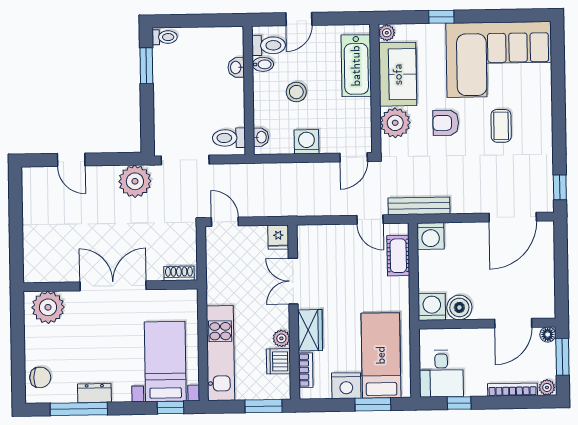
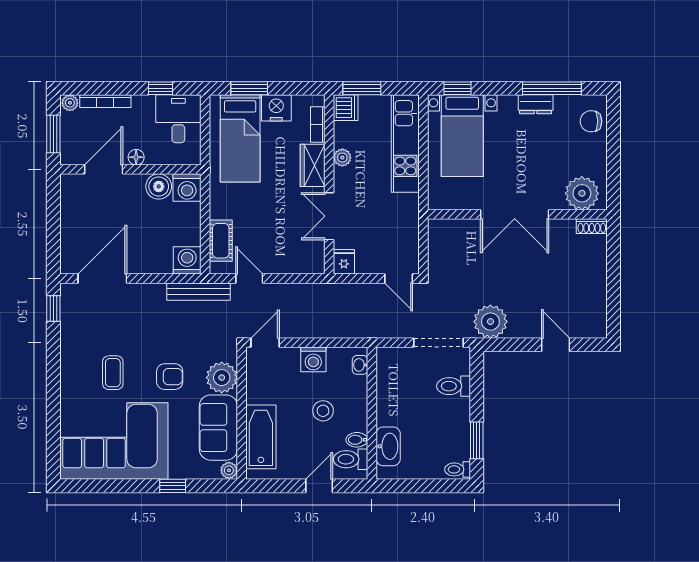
washbasin: (236, 67) -> (388, 446), width x1.91, depth x1.45
toilet: (229, 138) -> (454, 386), moved, turned 180
shoe rack: (179, 273) -> (592, 226), moved
double door: (293, 281) -> (329, 216), swing flipped
floor lamp: (548, 335) -> (136, 157), moved
dishwasher: (278, 361) -> (346, 108), moved

